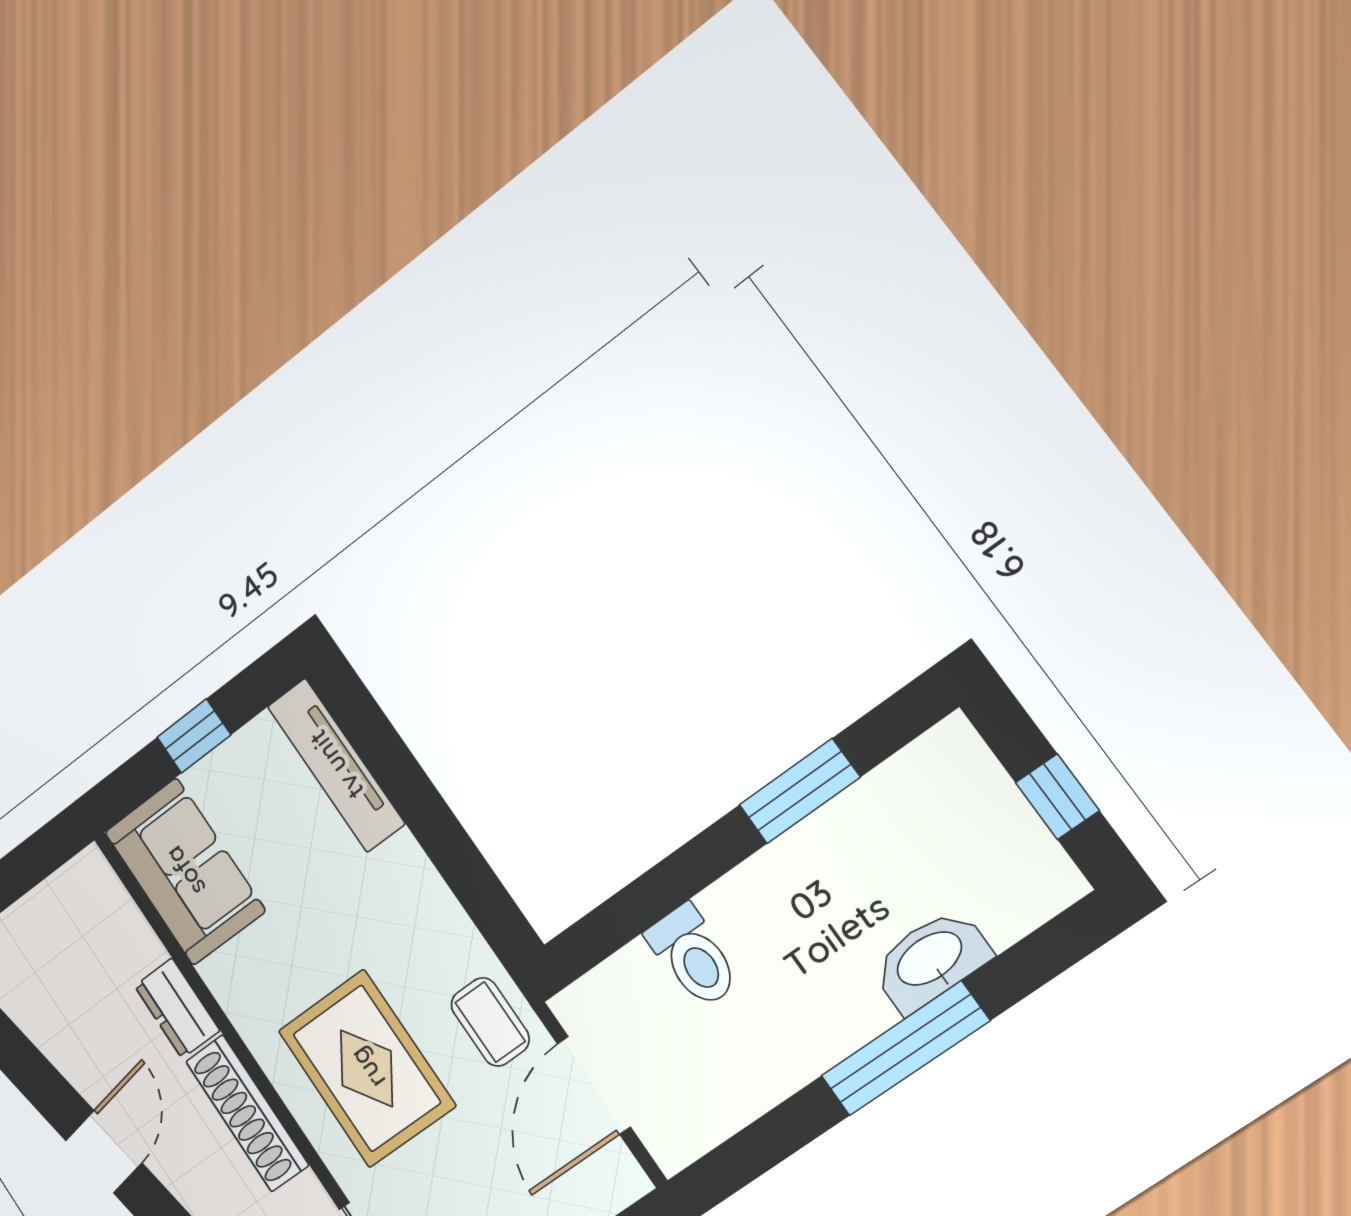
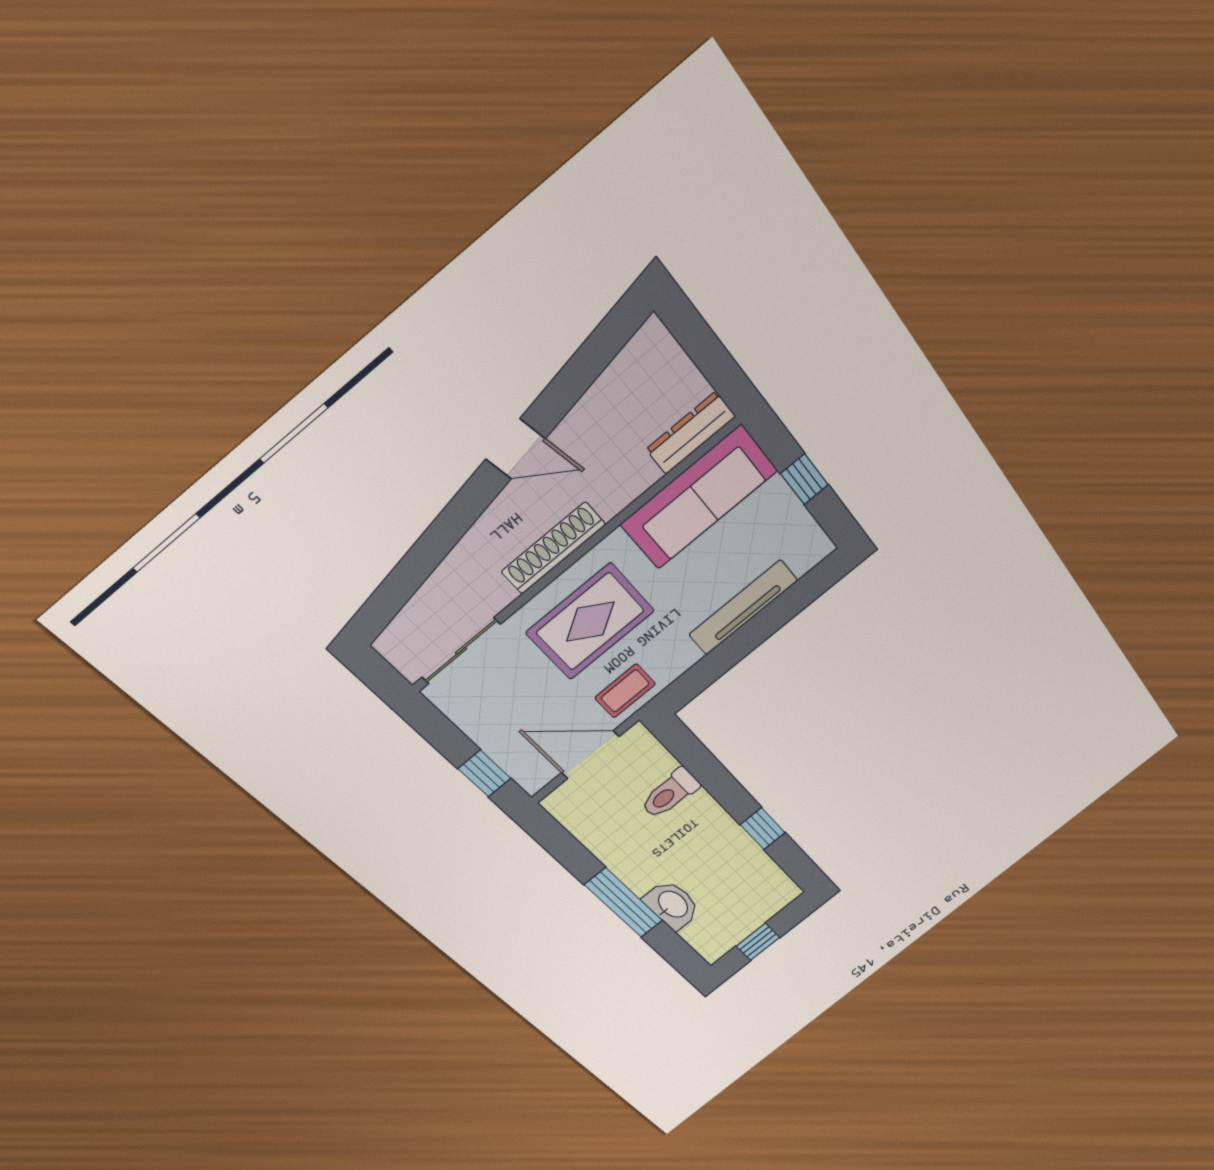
tv unit: (336, 765) -> (743, 607), moved
window: (800, 791) -> (763, 829), width x0.67
sofa: (185, 871) -> (699, 497), width x1.36
dresser: (177, 1008) -> (691, 433), moved, width x1.44

